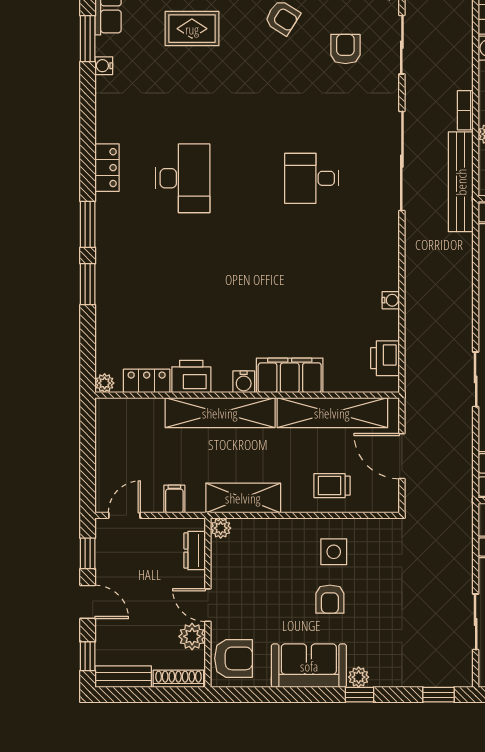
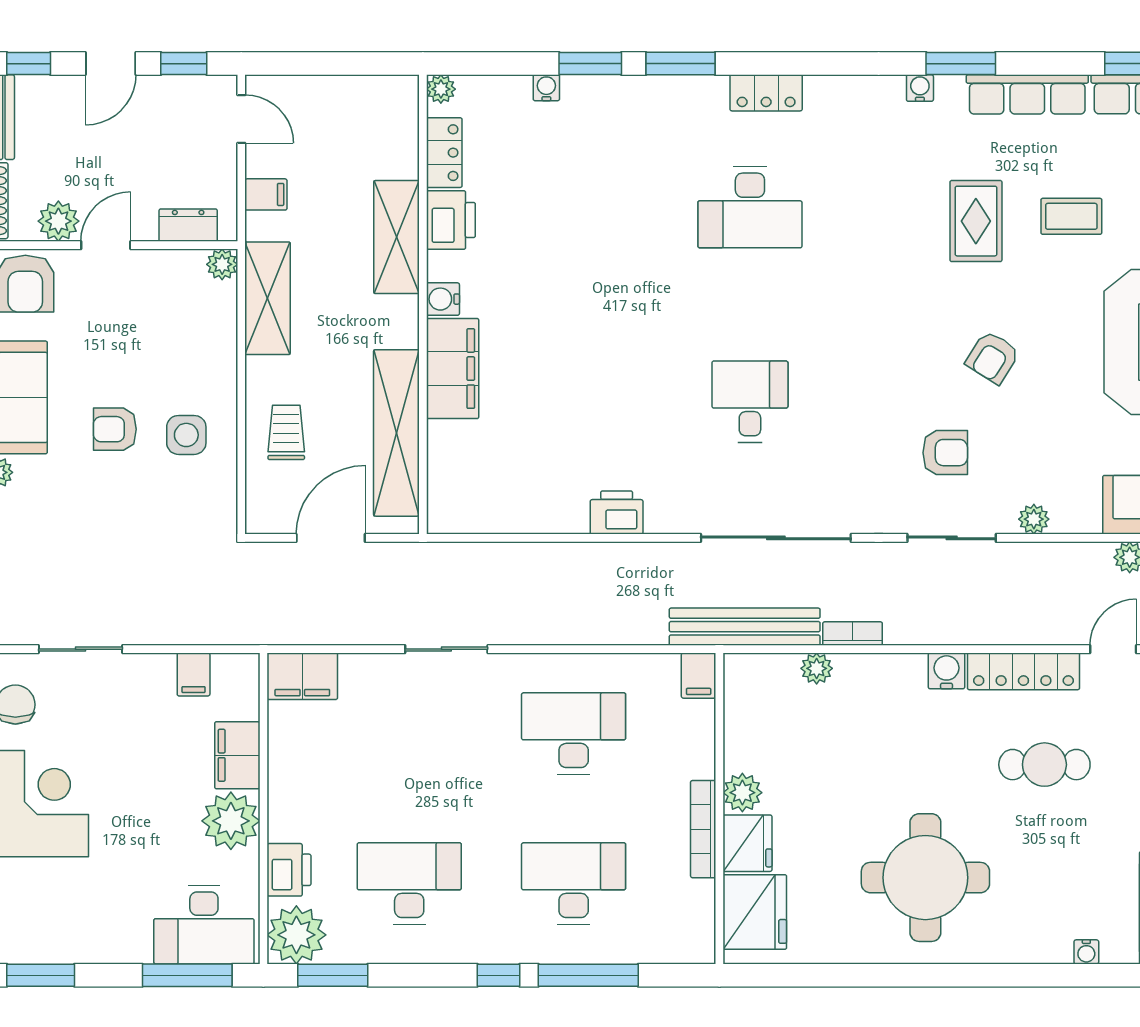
water cooler: (391, 300) -> (546, 88), moved, turned 180
printer: (385, 358) -> (617, 512), moved
shelving: (220, 413) -> (396, 237), width x0.68

